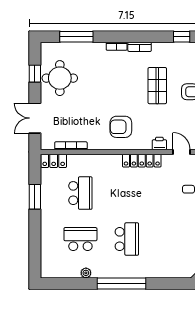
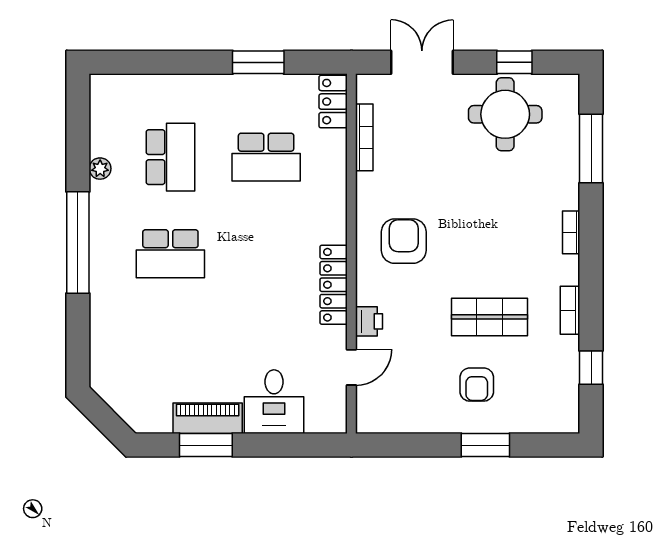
bookcase: (140, 47) -> (570, 310), moved

